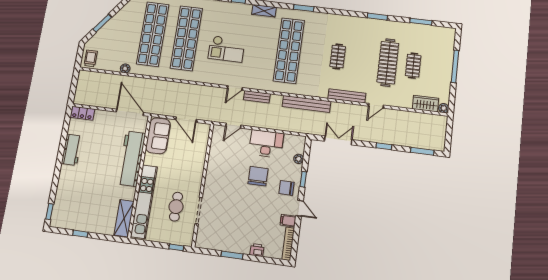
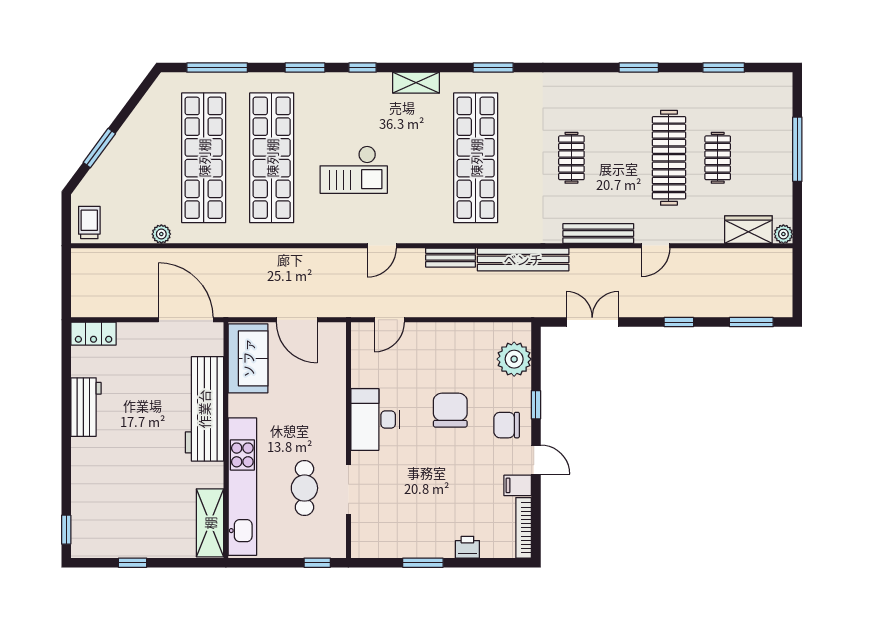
bench: (257, 97) -> (451, 258), moved
desk: (266, 144) -> (375, 420), moved, turned -90
plant: (299, 159) -> (514, 359), width x1.87, depth x1.87

